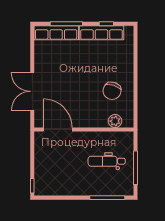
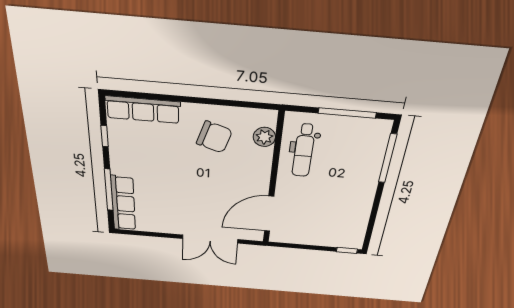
row of seats: (101, 33) -> (143, 110), moved, turned 90
dental chair: (107, 161) -> (304, 151), moved

